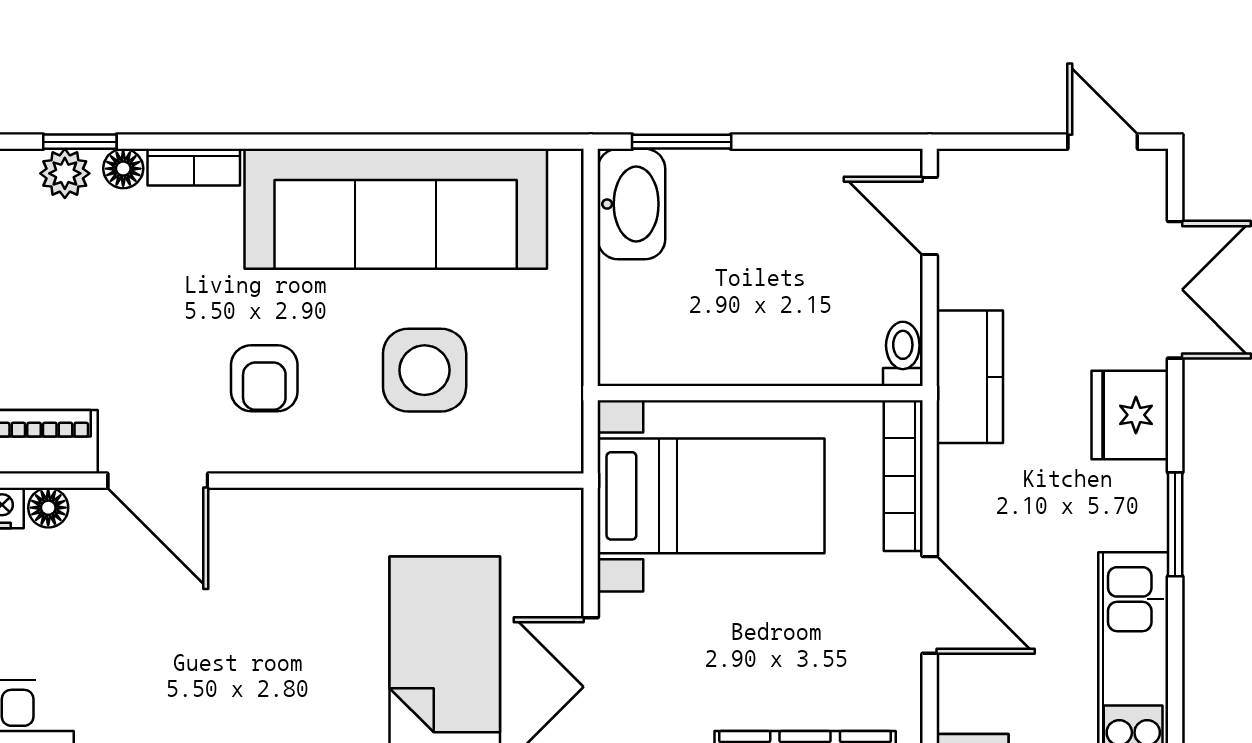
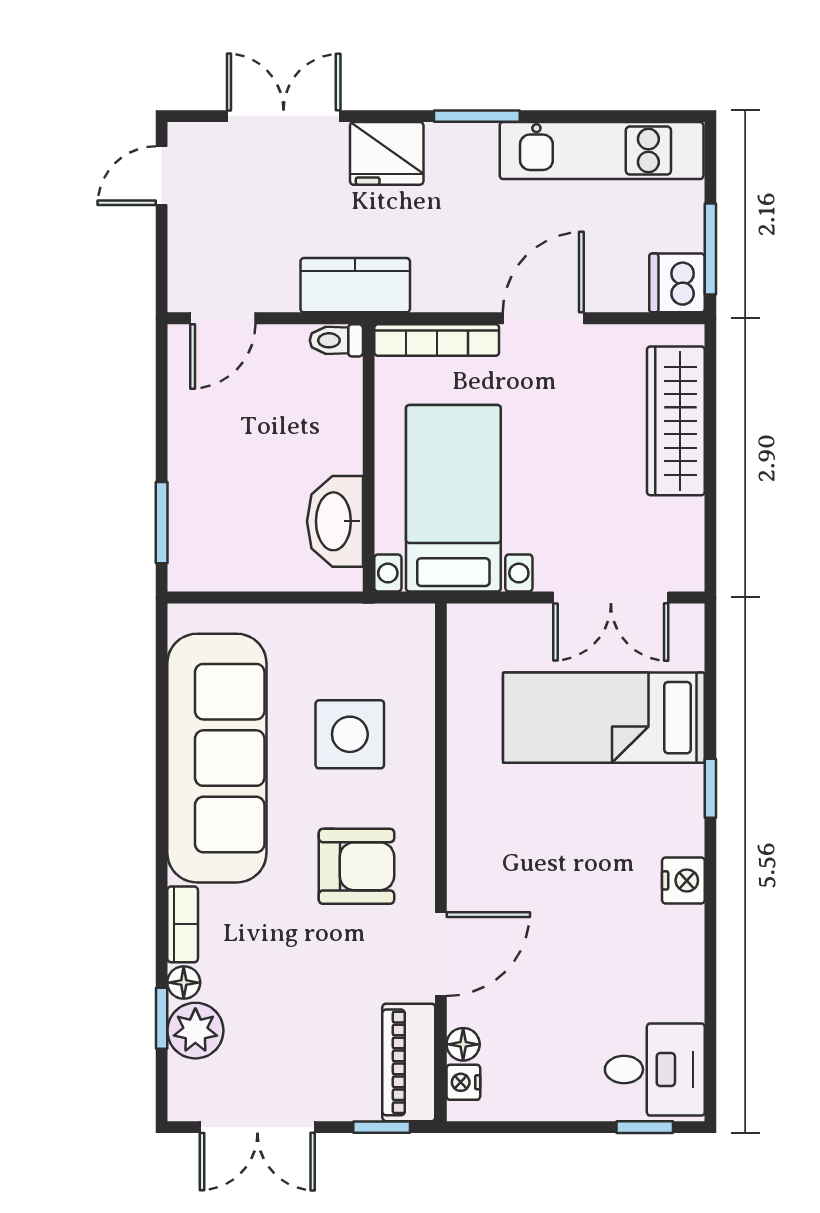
plant: (65, 173) -> (195, 1031), width x1.38, depth x1.38
washbasin: (631, 204) -> (335, 521), moved, turned -90
armchair: (264, 378) -> (356, 866), width x1.38, depth x1.38

